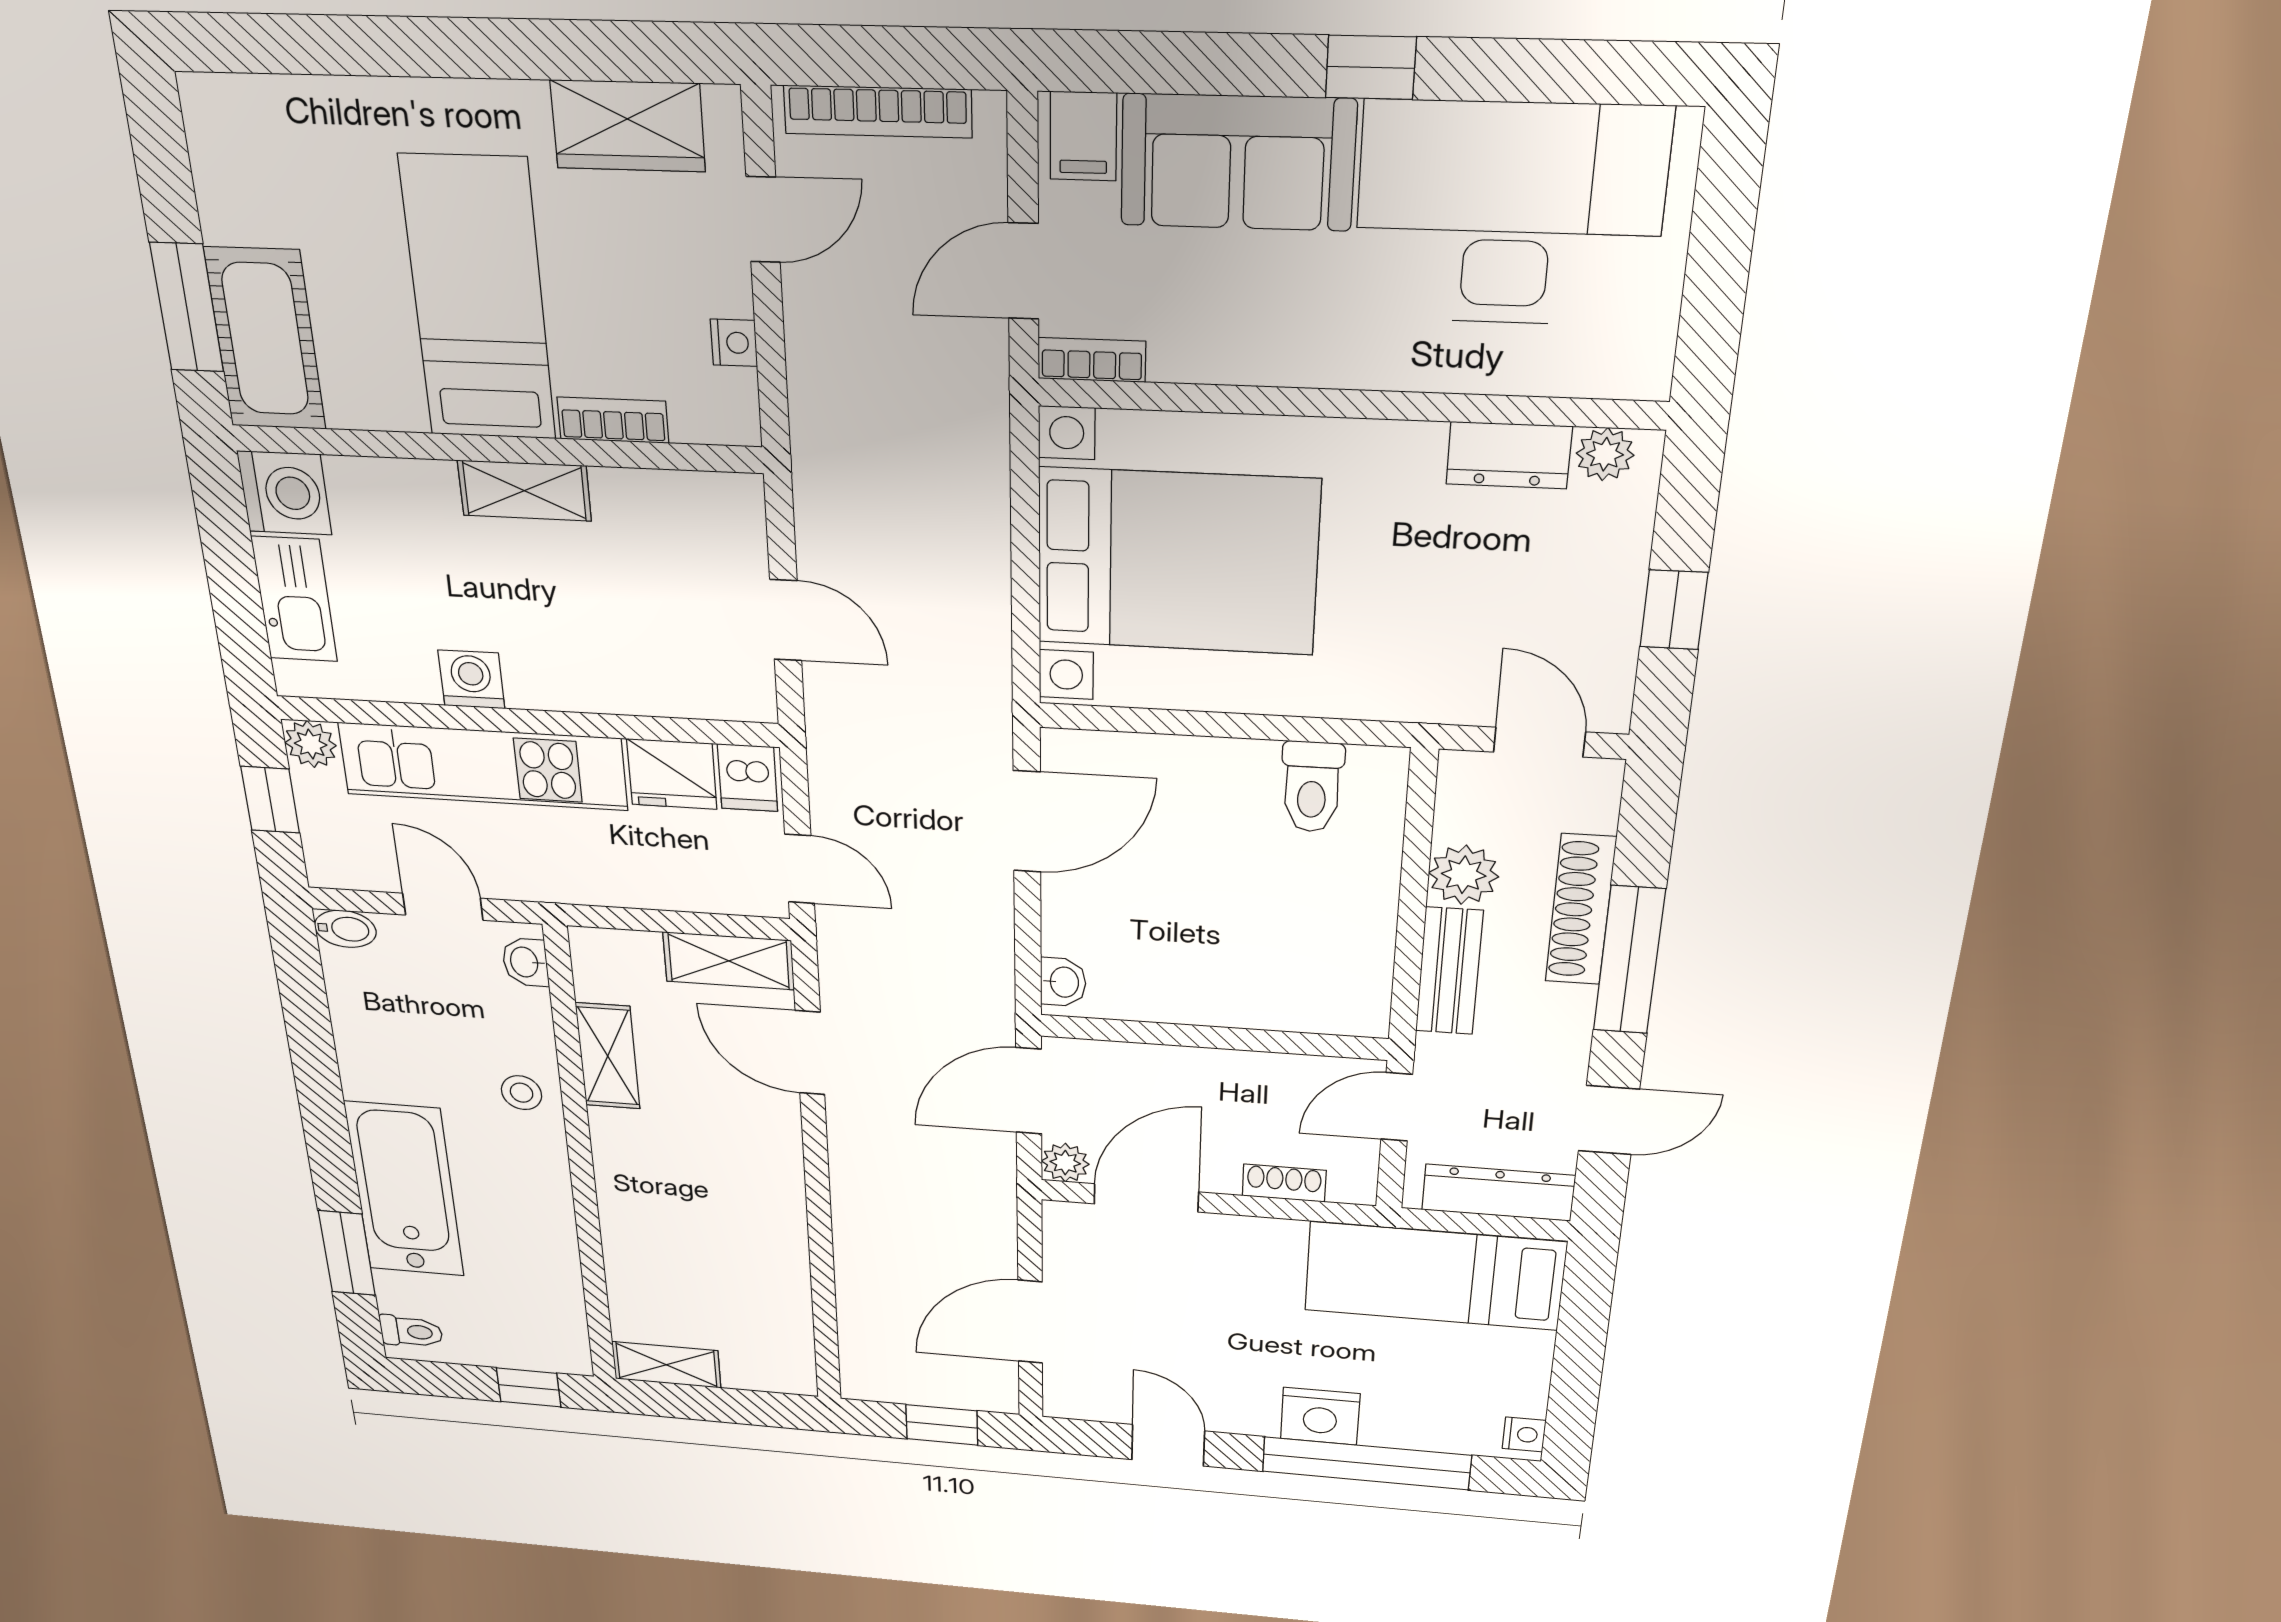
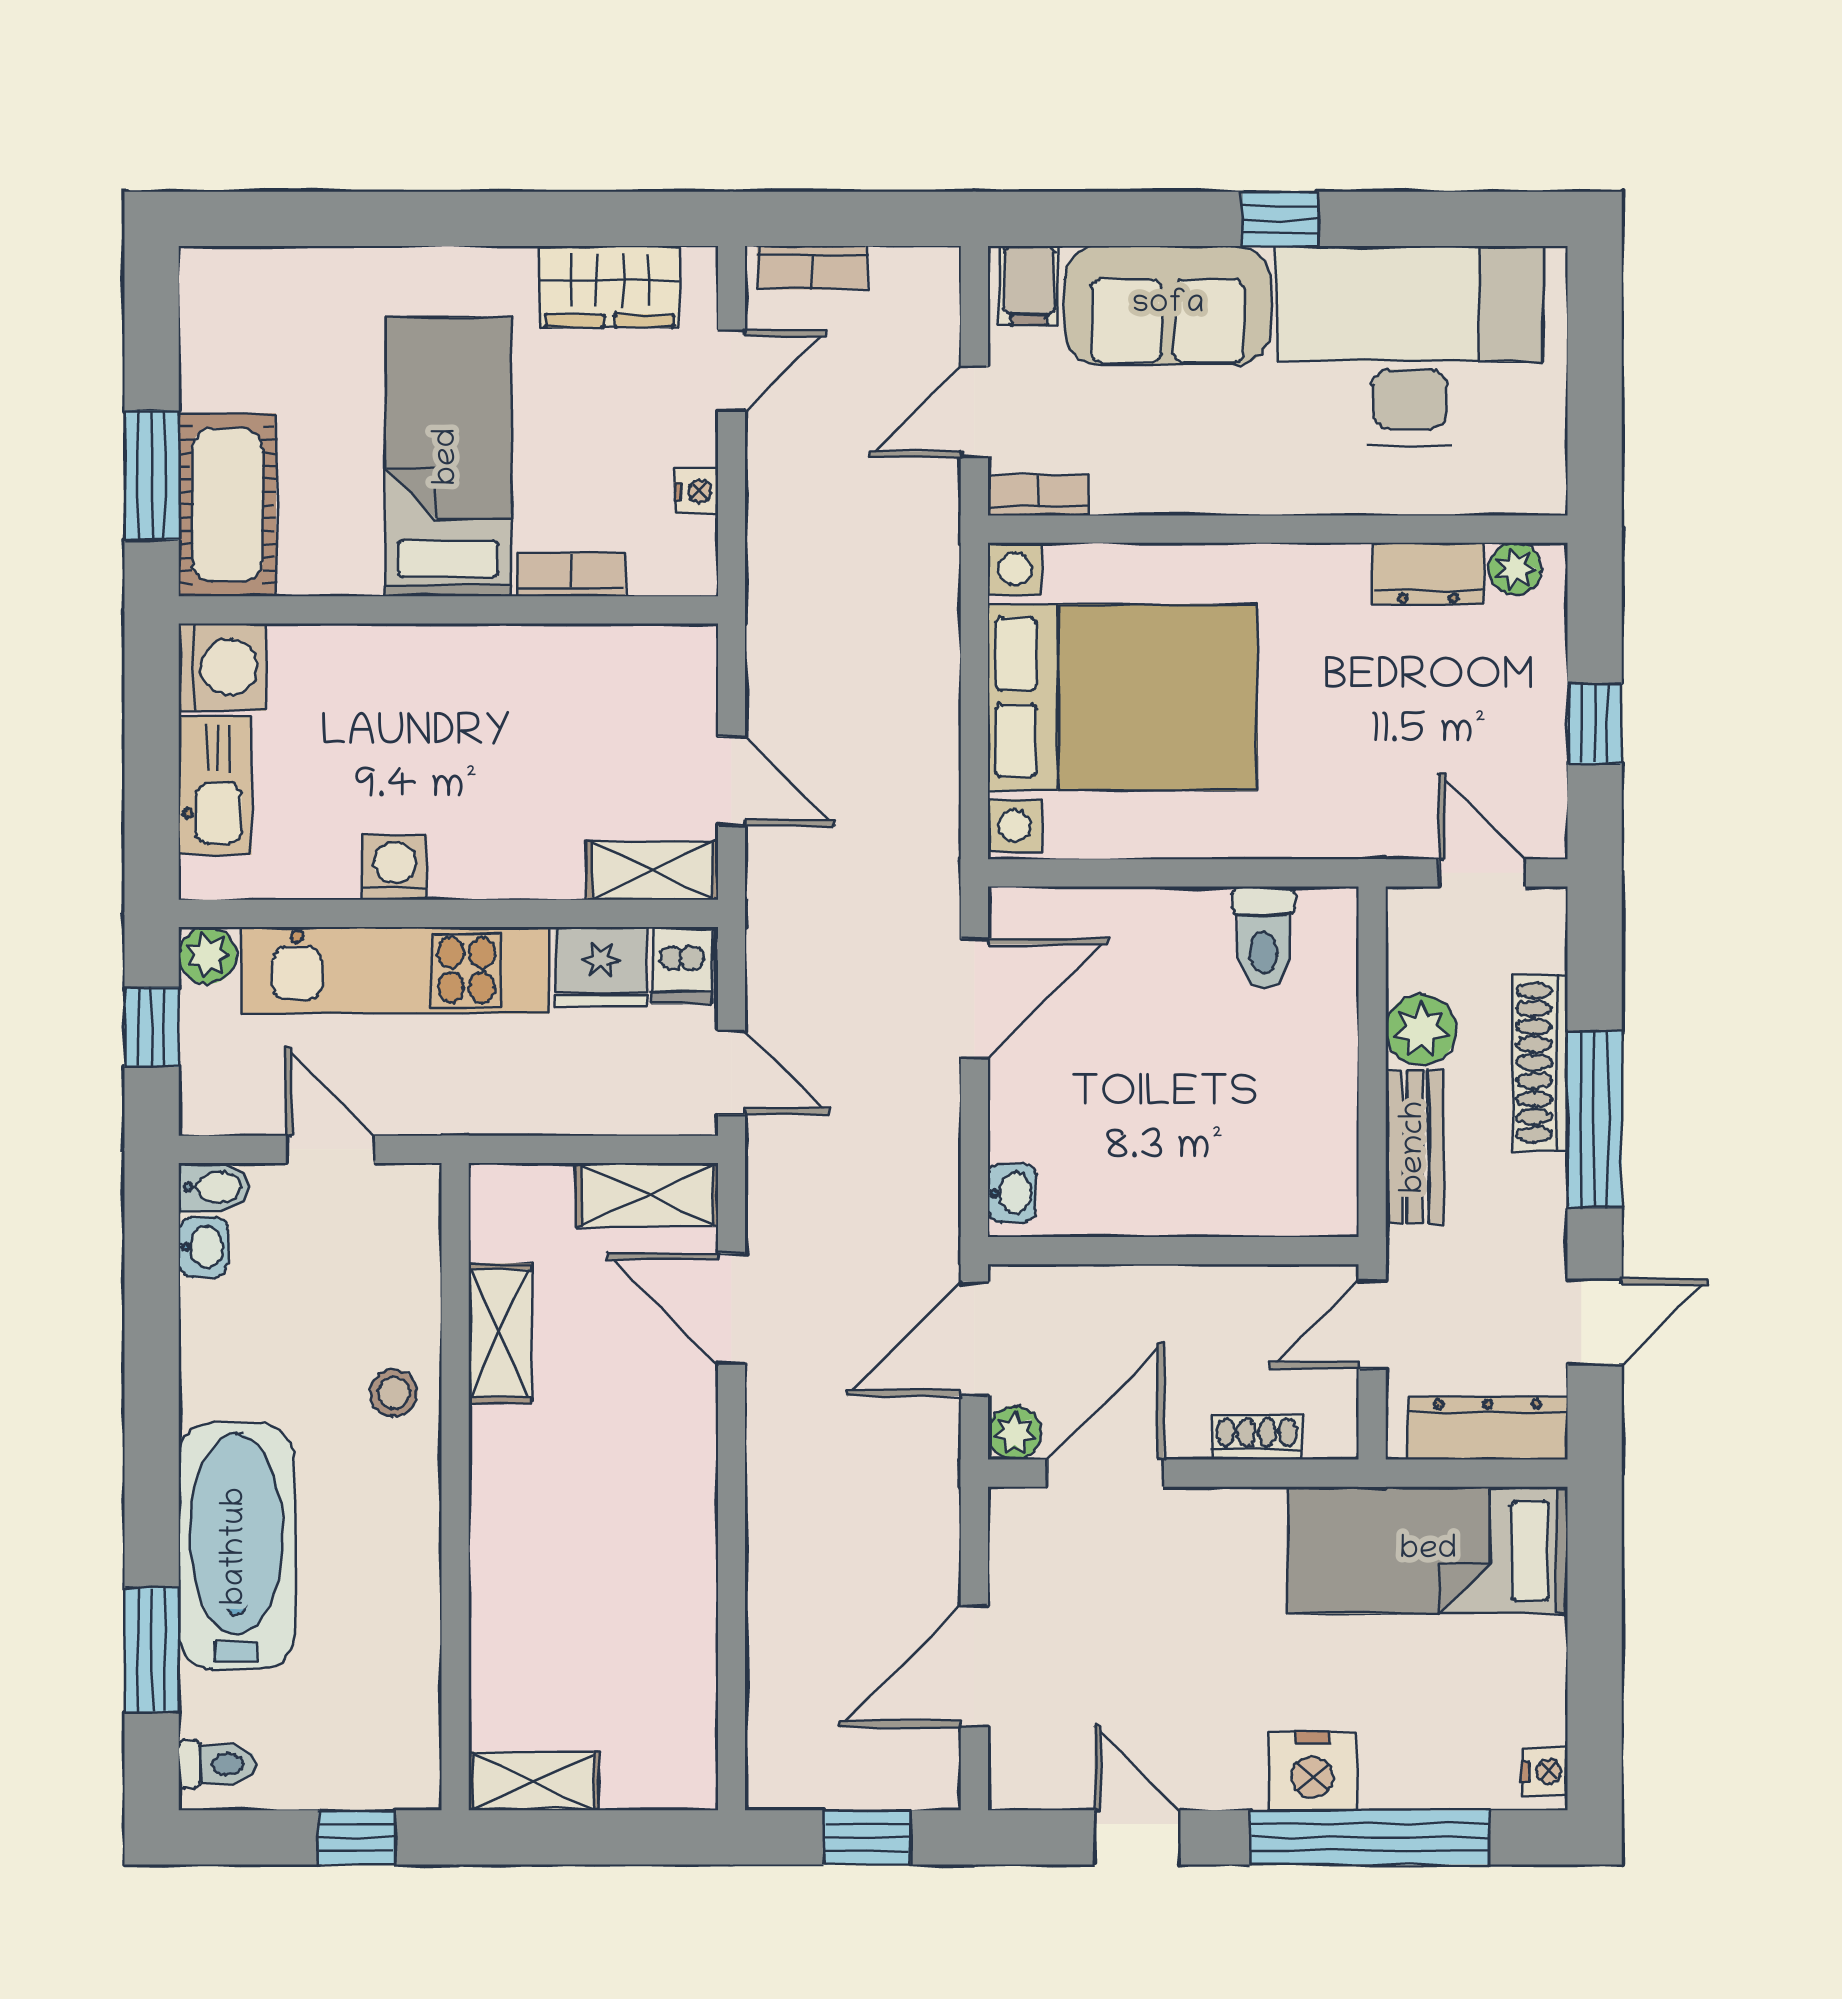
bookcase: (878, 112) -> (812, 268), width x0.64
shelving: (524, 491) -> (652, 870), moved
washbasin: (525, 962) -> (203, 1247), moved, turned 180

